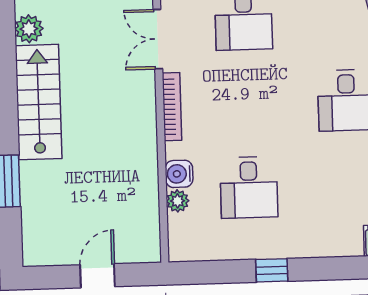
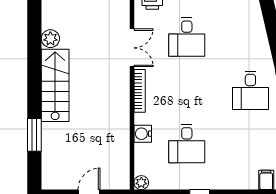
double door: (158, 39) -> (132, 48), swing flipped
plant: (178, 201) -> (141, 183), moved

